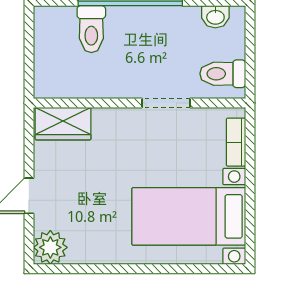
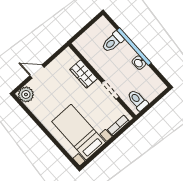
washbasin: (215, 17) -> (139, 63), moved
wardrobe: (63, 124) -> (84, 74), moved

